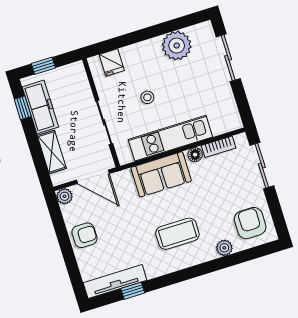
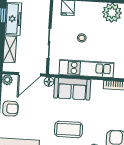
floor lamp: (195, 155) -> (49, 82), moved
door: (93, 177) -> (29, 74), hinge flipped

